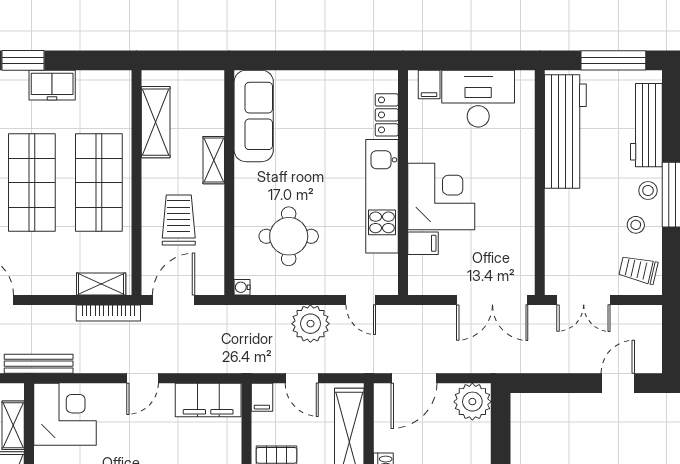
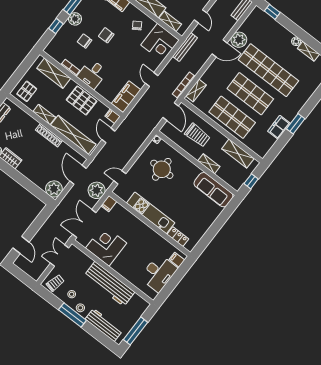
window: (187, 60) -> (251, 181), added
workbench: (565, 132) -> (109, 284), moved
corner desk: (441, 196) -> (106, 246), moved, turned 180
filing cabinet: (423, 243) -> (109, 204), moved
plant: (310, 324) -> (97, 190), moved
door: (302, 378) -> (108, 135), hinge flipped

